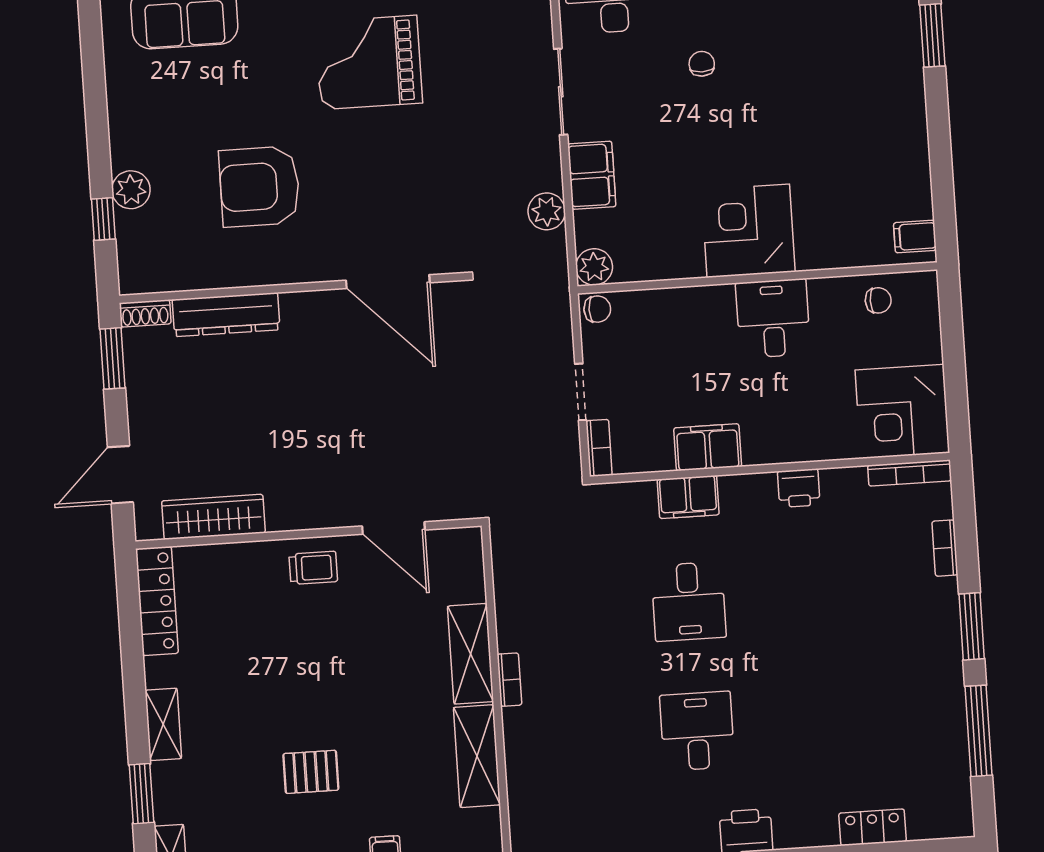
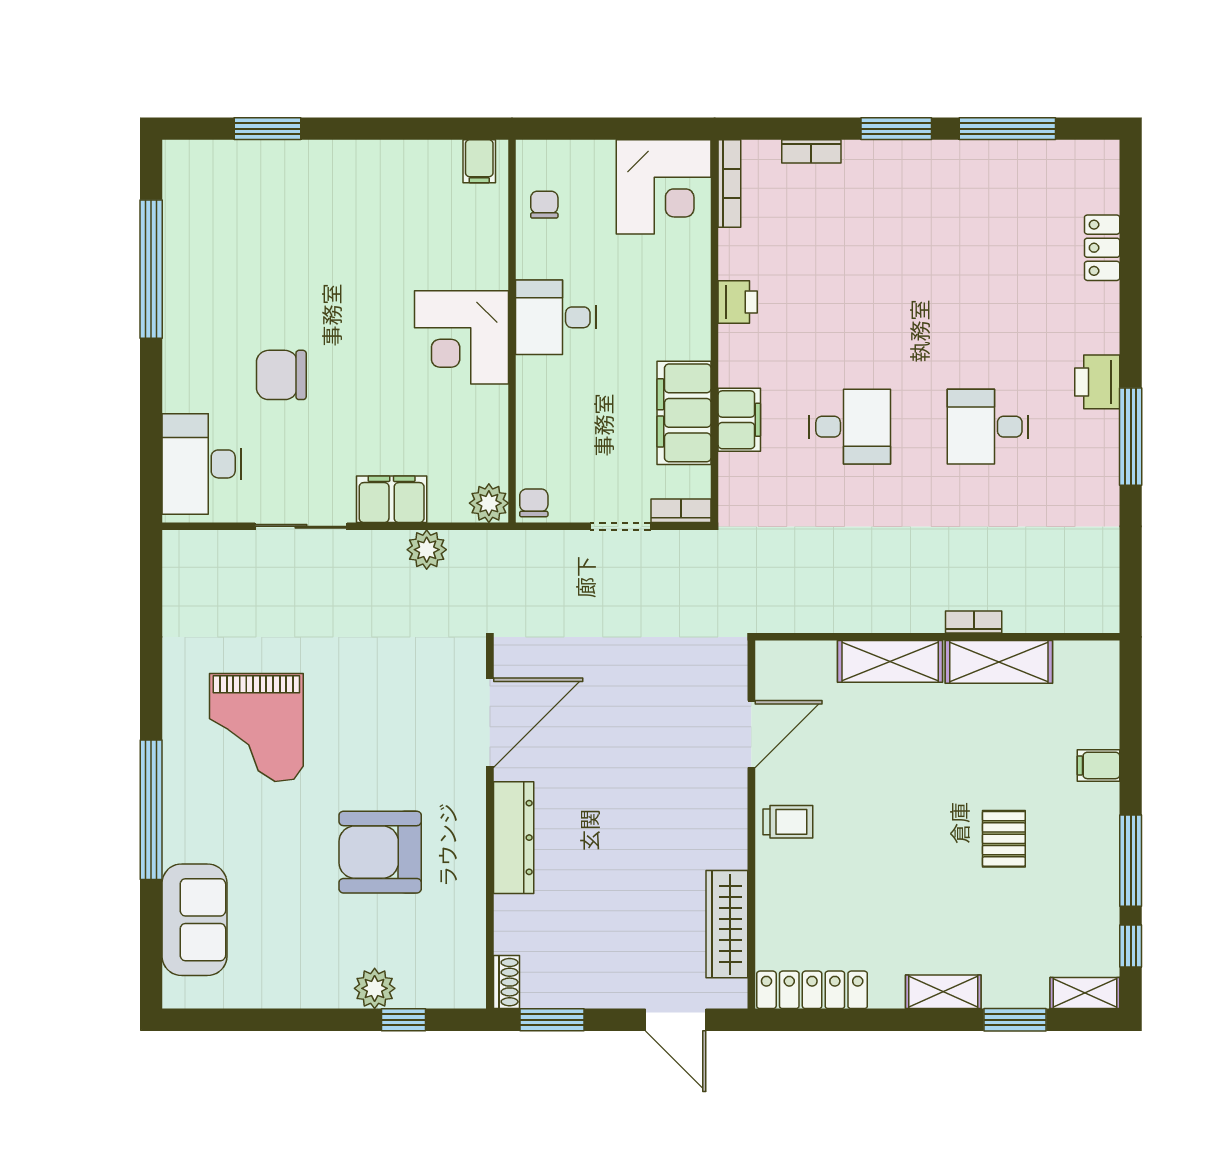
chair: (702, 64) -> (281, 375), width x1.87, depth x1.87
armchair: (259, 187) -> (380, 852), turned 90
dresser: (226, 315) -> (514, 838), moved
filing cabinet: (708, 447) -> (684, 413), width x1.50, depth x1.17
trolley: (313, 568) -> (788, 822), turned 90
bookcase: (509, 680) -> (974, 622), moved

